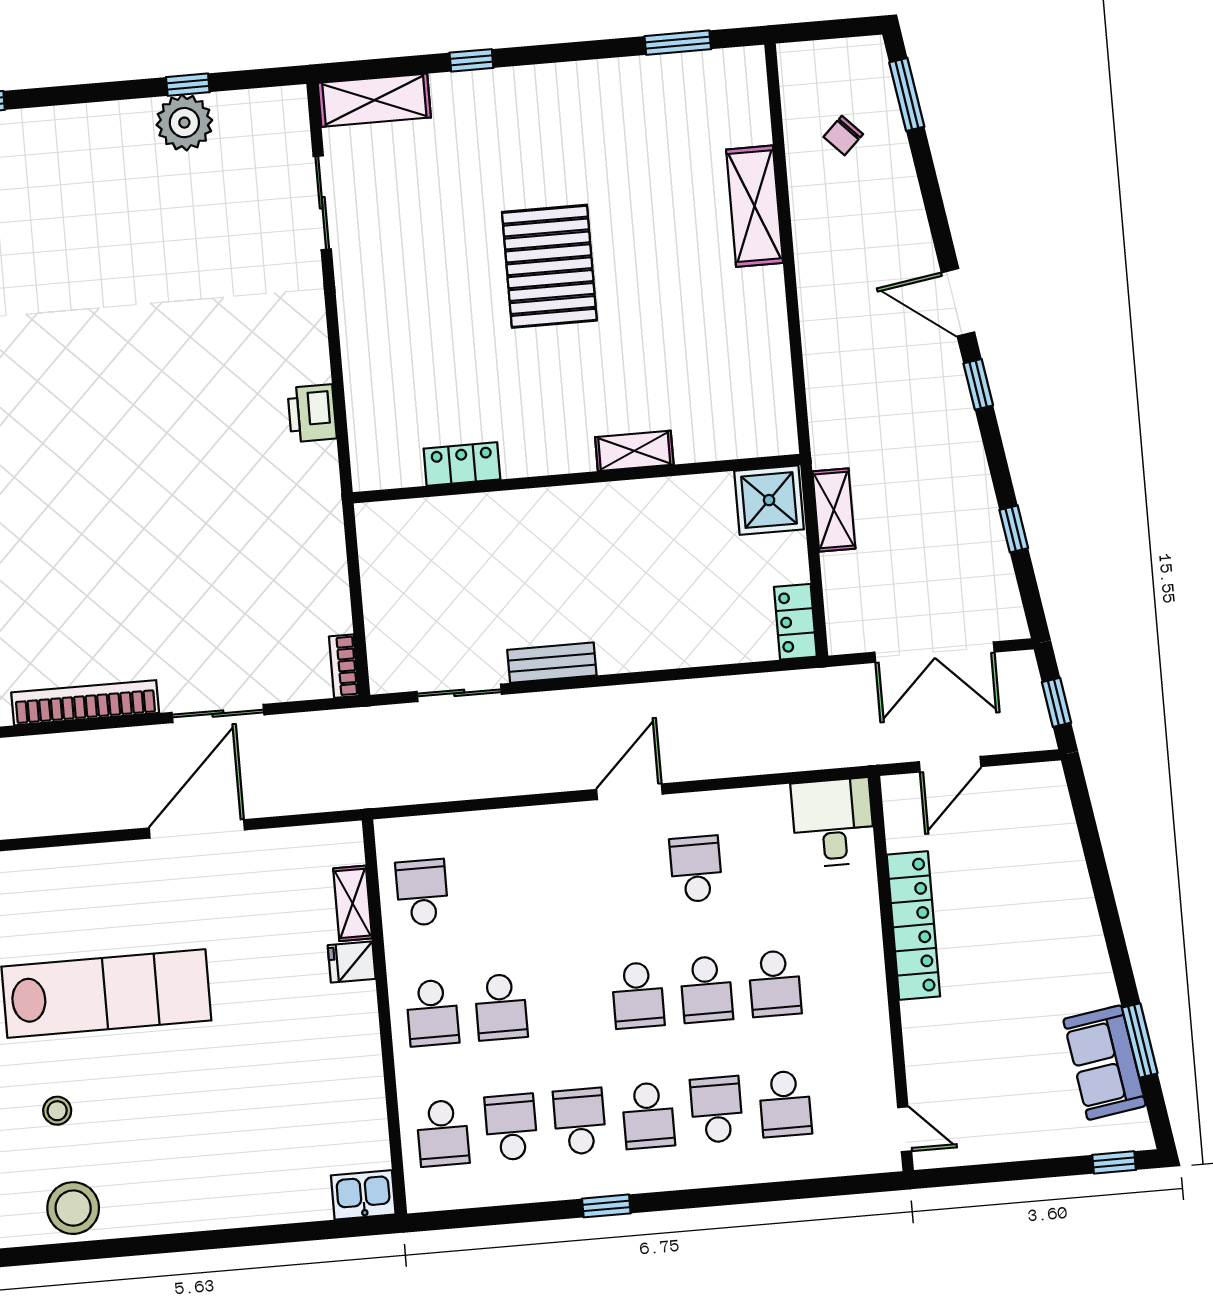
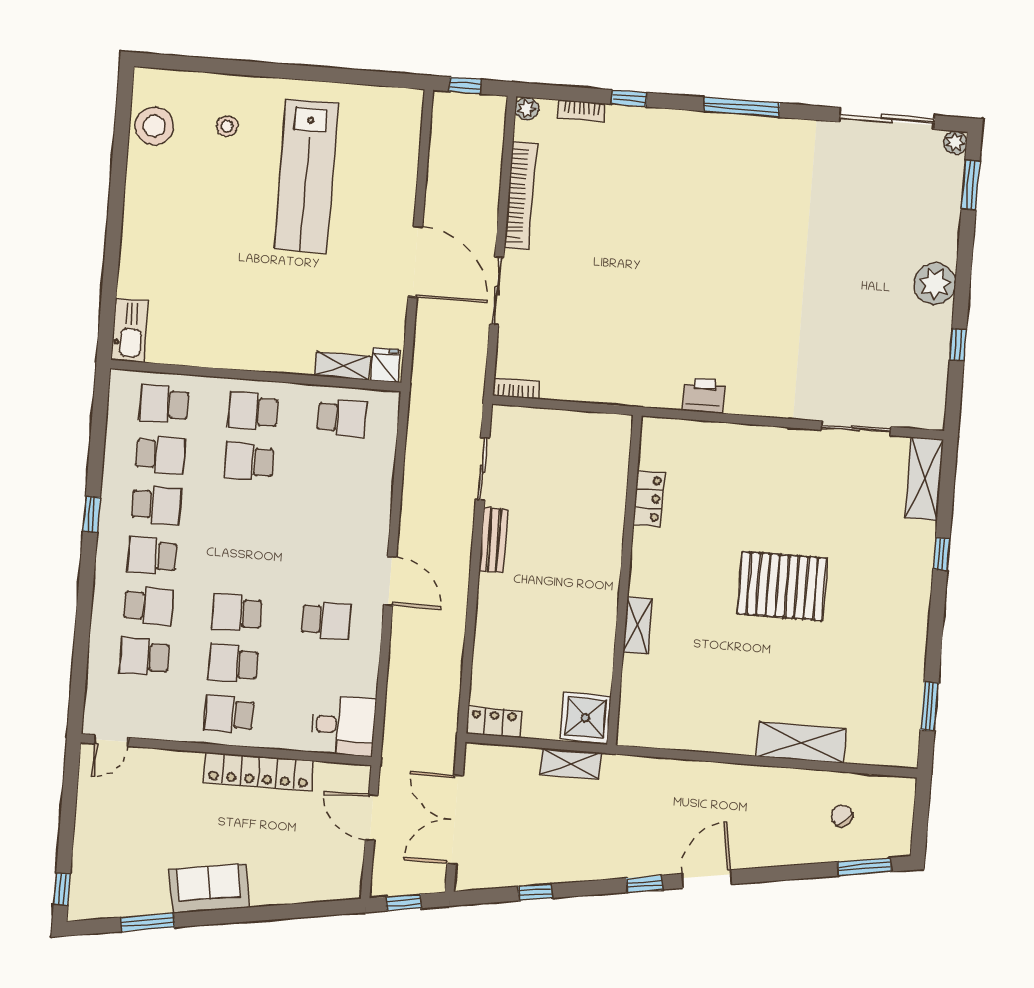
plant: (184, 123) -> (935, 284), moved
fridge: (352, 962) -> (385, 365), moved
school desk: (638, 995) -> (229, 714), moved
sofa: (1105, 1063) -> (209, 888), moved
kitchen sink: (363, 1195) -> (129, 330), width x1.38

